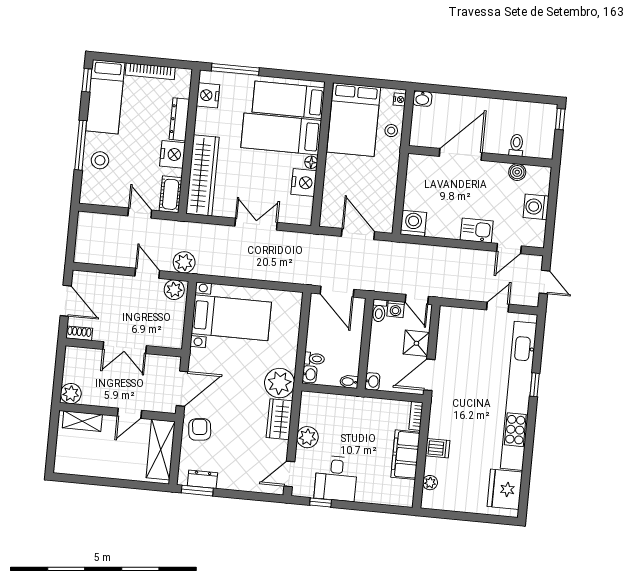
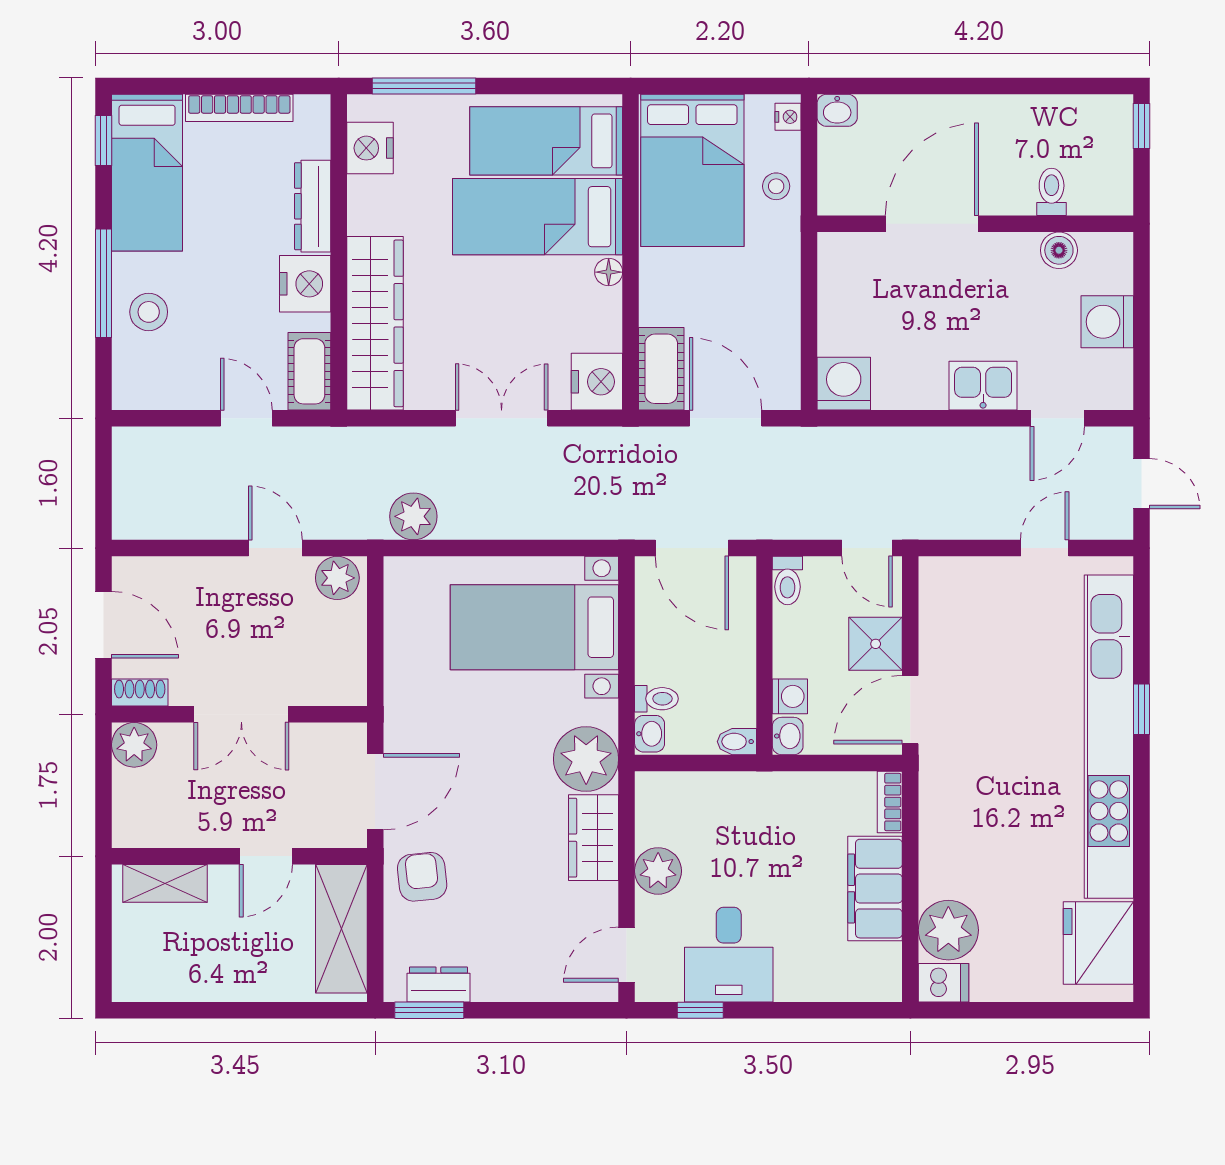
nightstand: (304, 183) -> (597, 382), moved
cot: (331, 209) -> (661, 369), added
plant: (184, 262) -> (413, 516), moved
washing machine: (396, 309) -> (790, 696), moved, turned -90
bed with nightstands: (231, 318) -> (534, 627), moved, turned 180
plant: (71, 394) -> (134, 745), moved
dishwasher: (438, 448) -> (943, 983), moved
plant: (430, 483) -> (948, 930), width x1.87, depth x1.87

